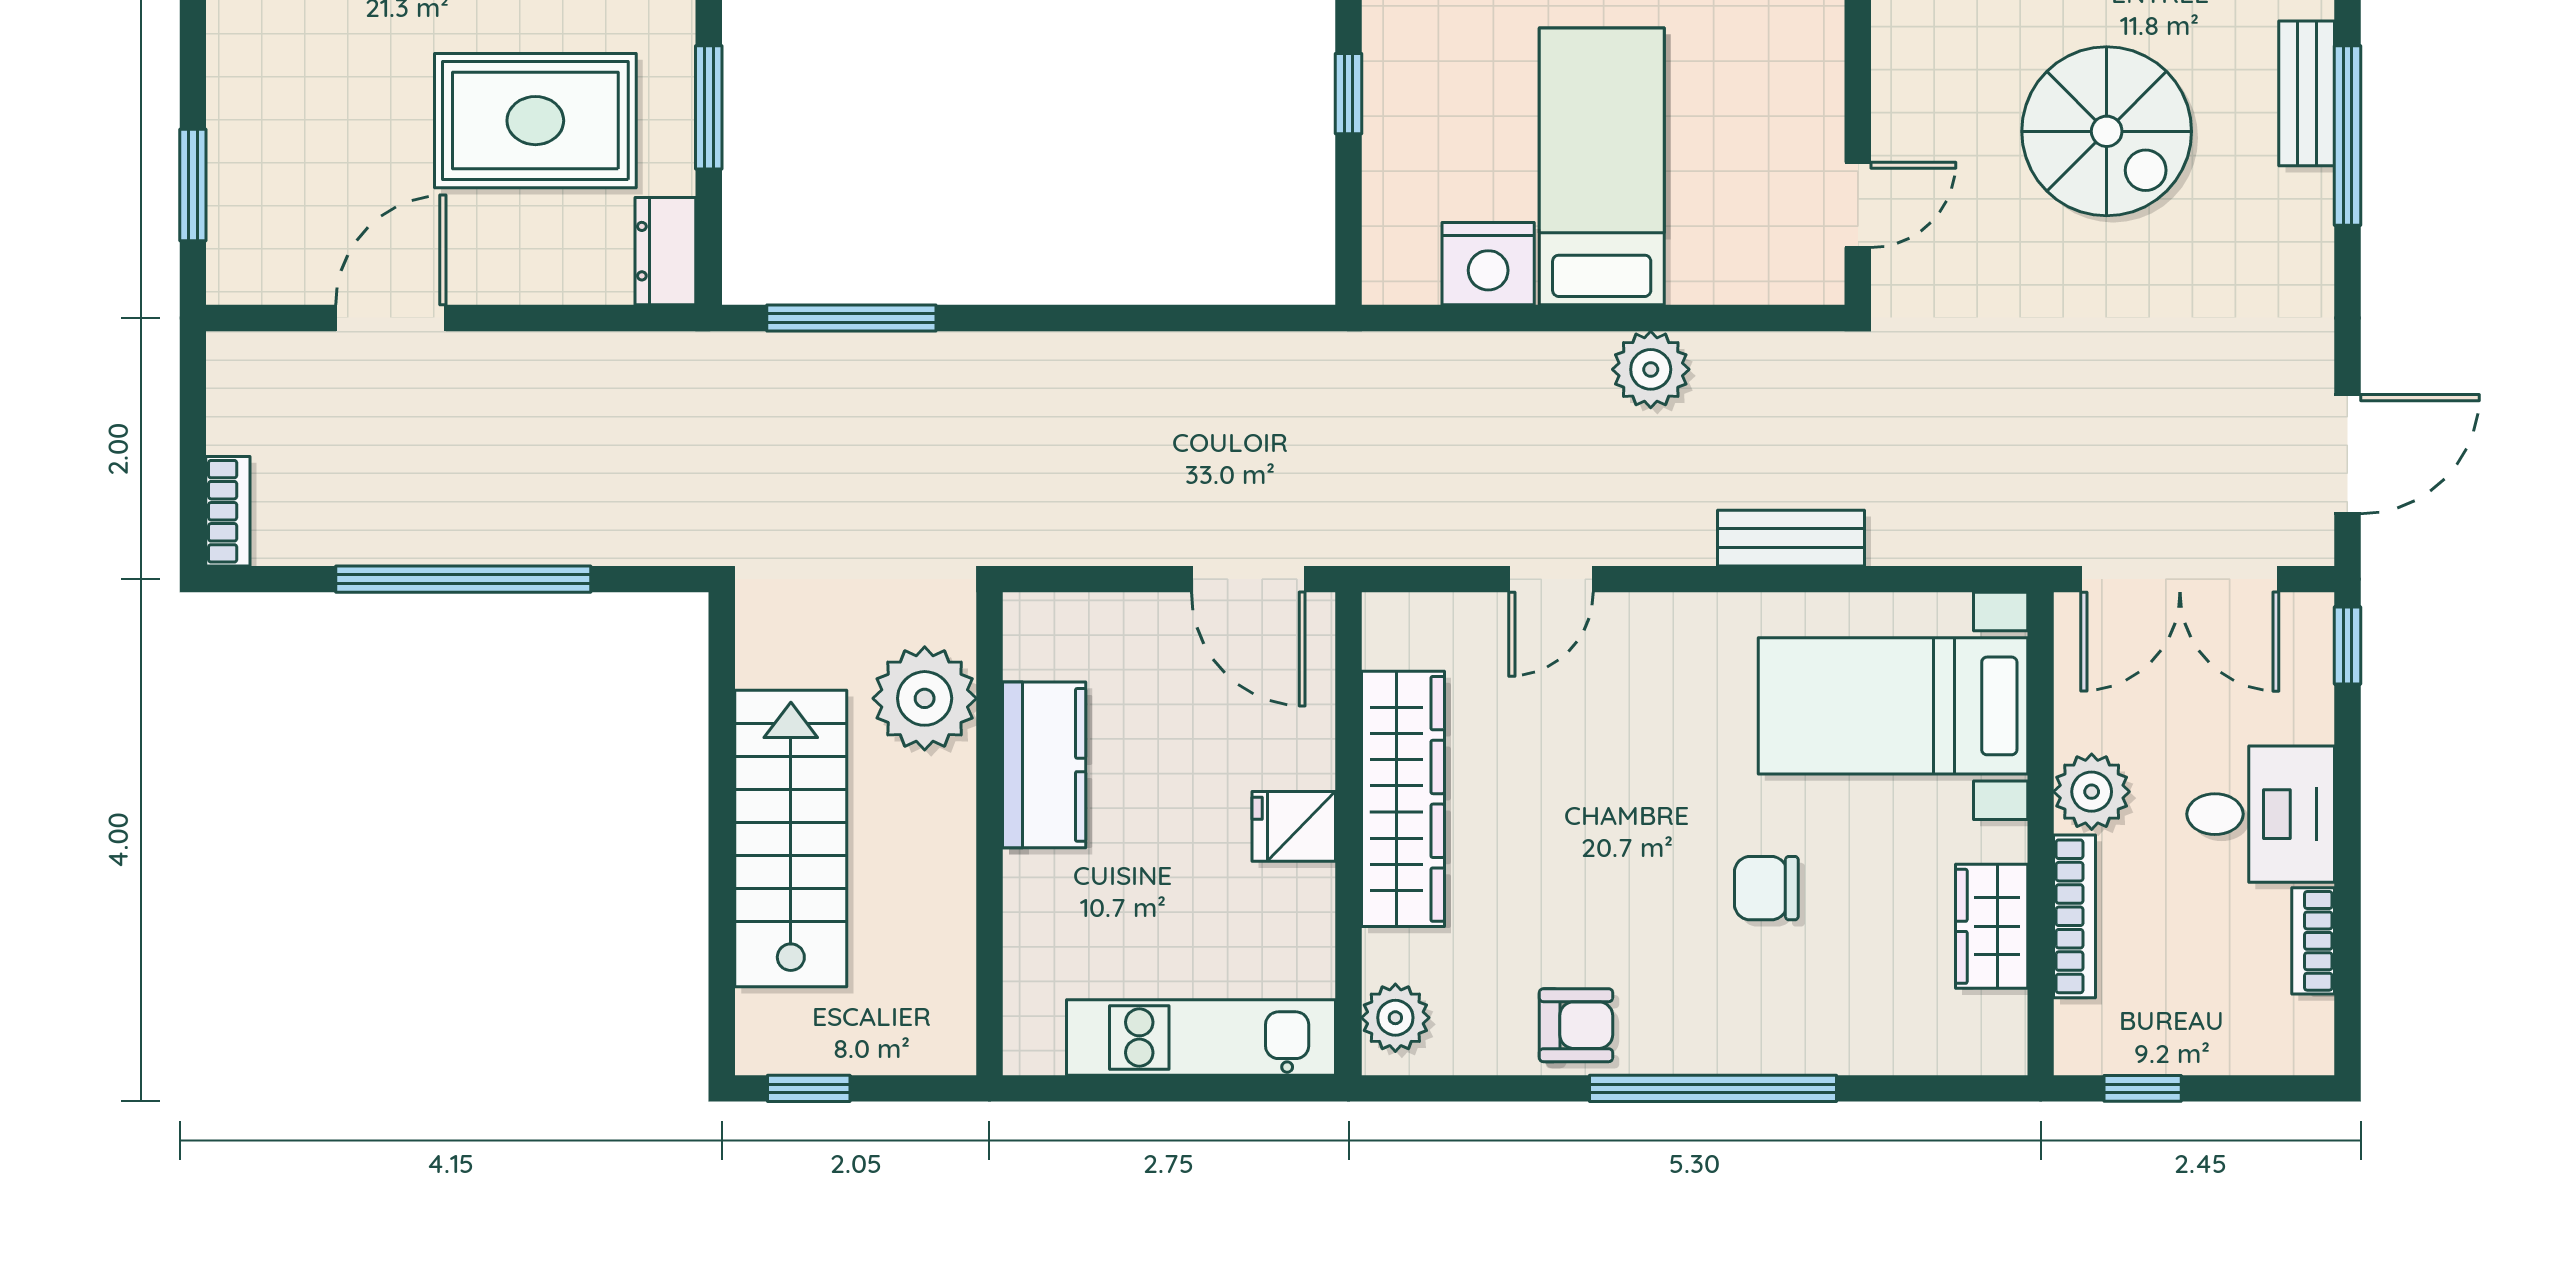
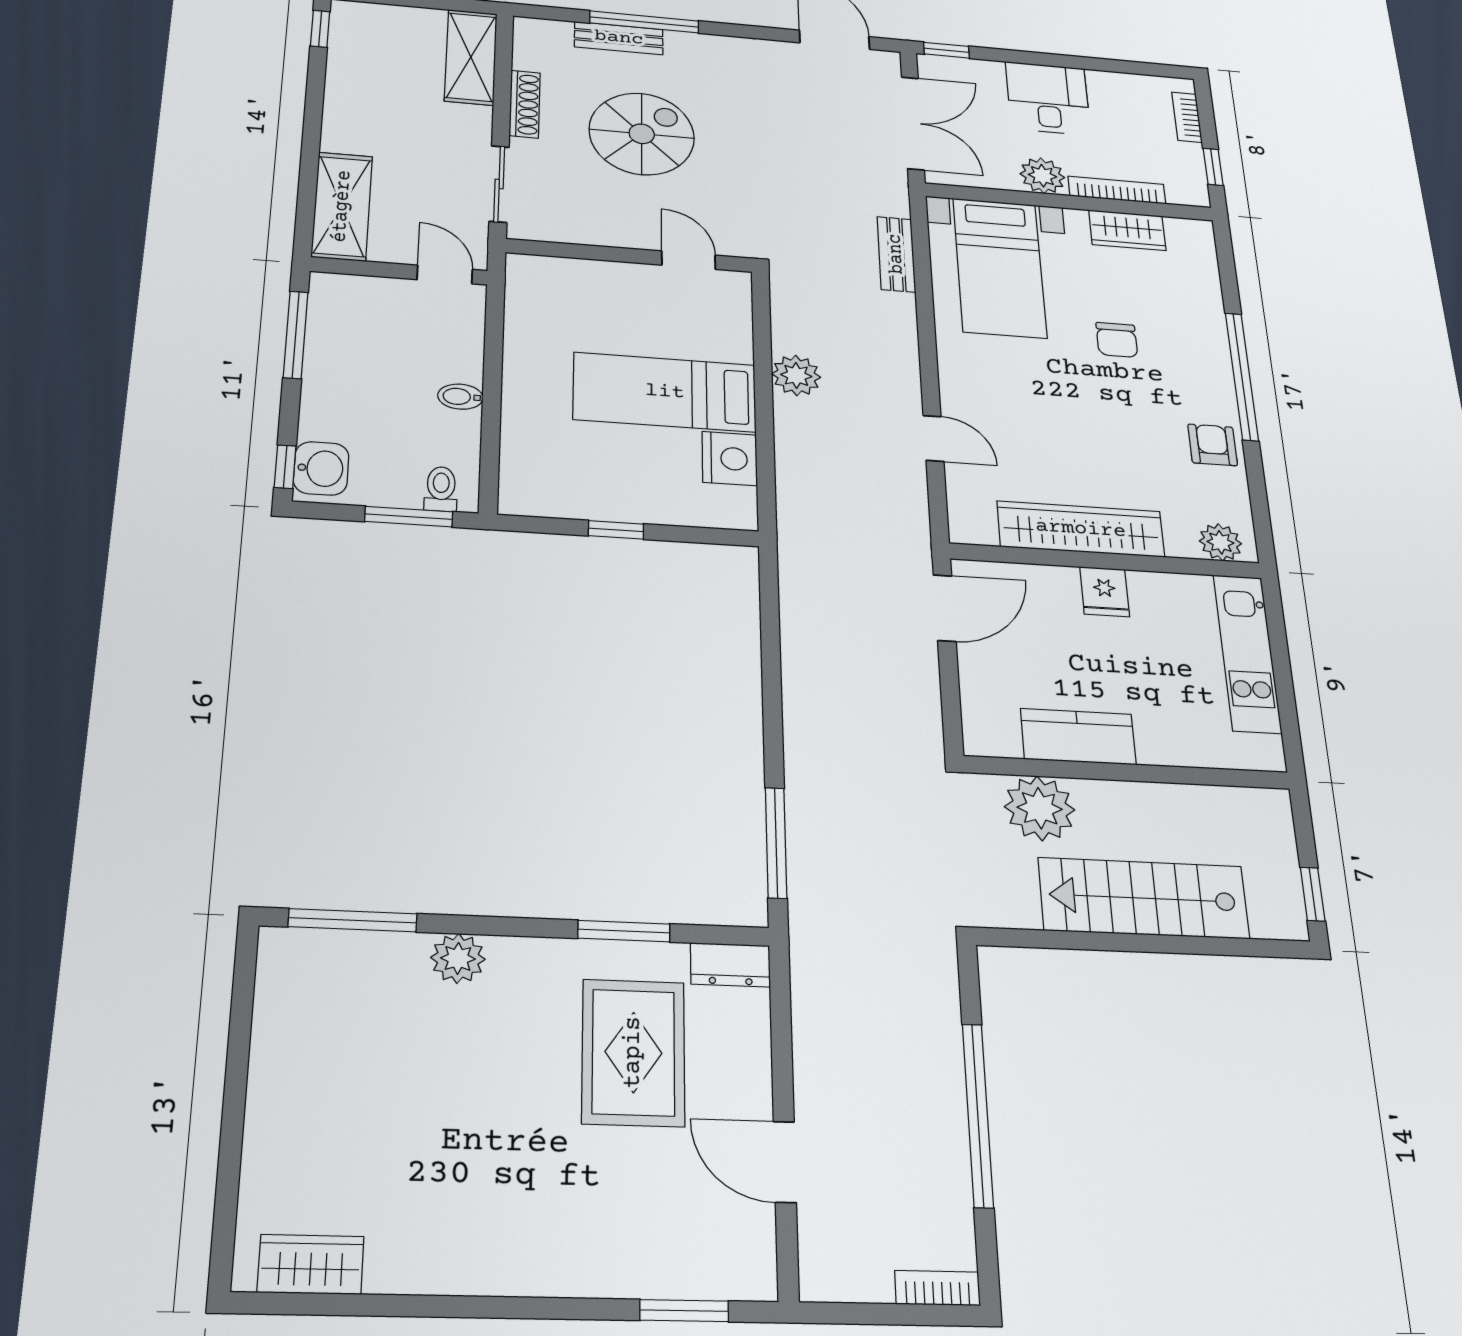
bench: (1791, 538) -> (896, 254), moved
bookcase: (2313, 941) -> (1187, 117), moved, turned 90

